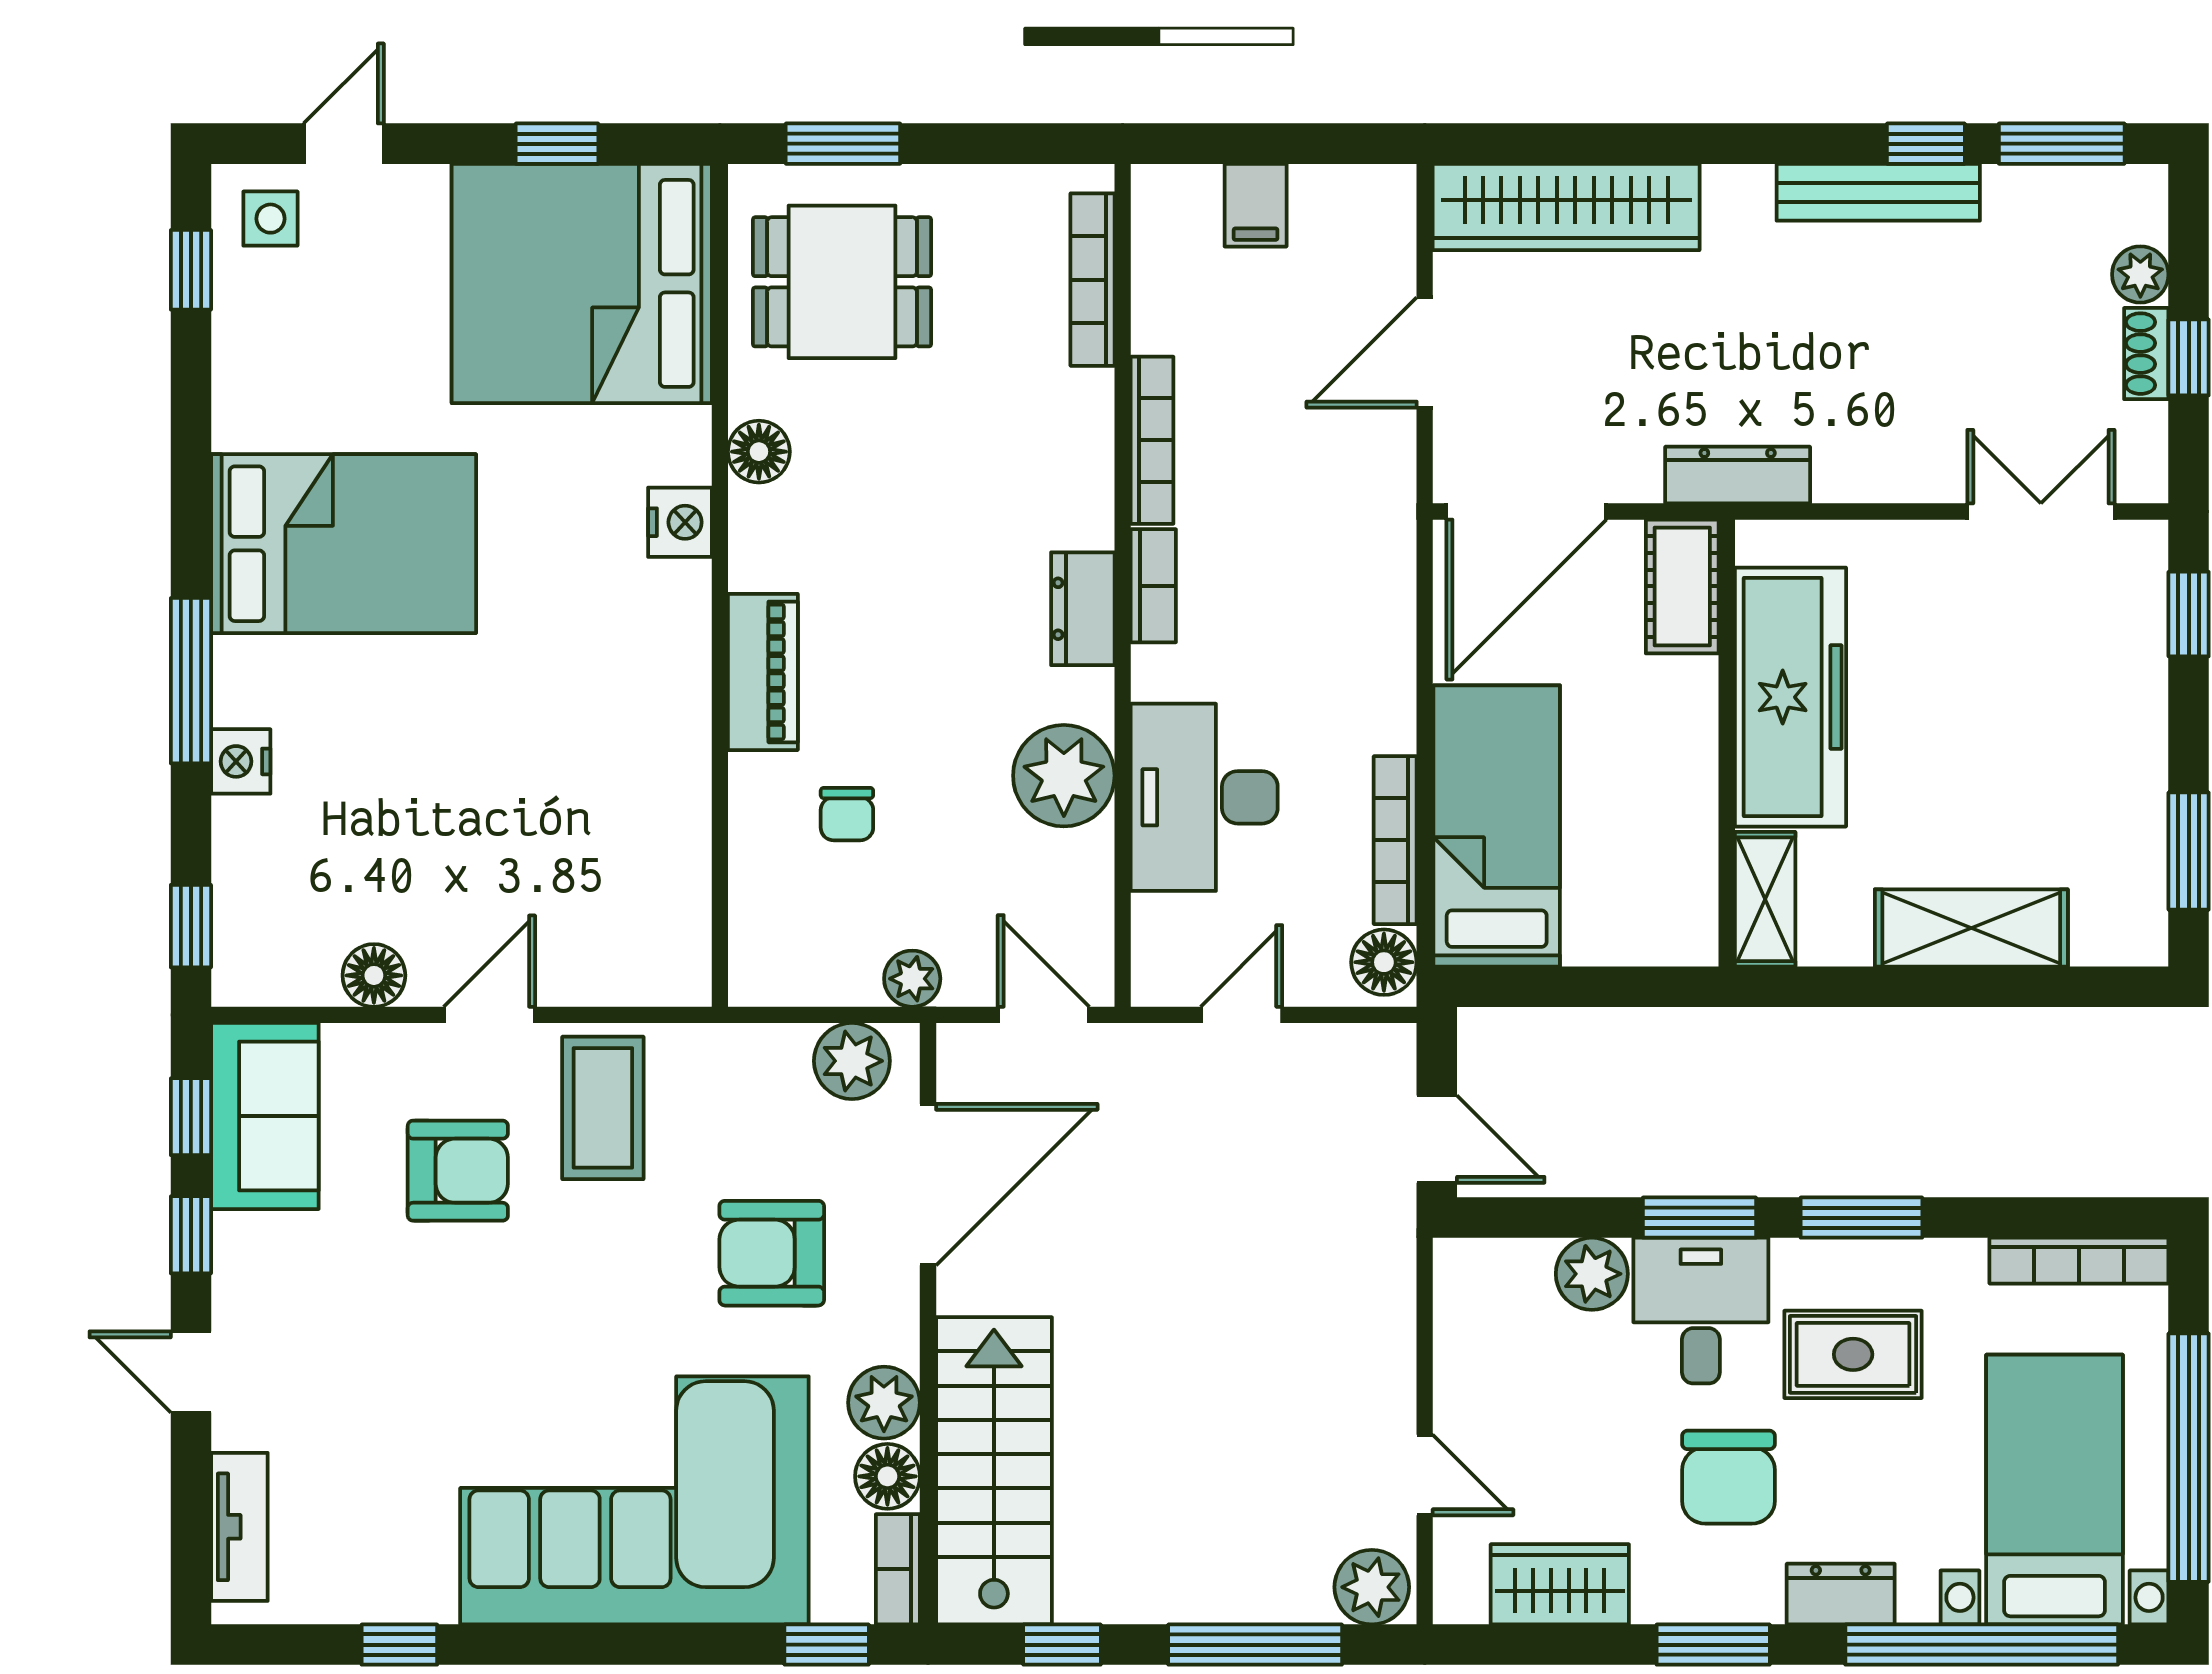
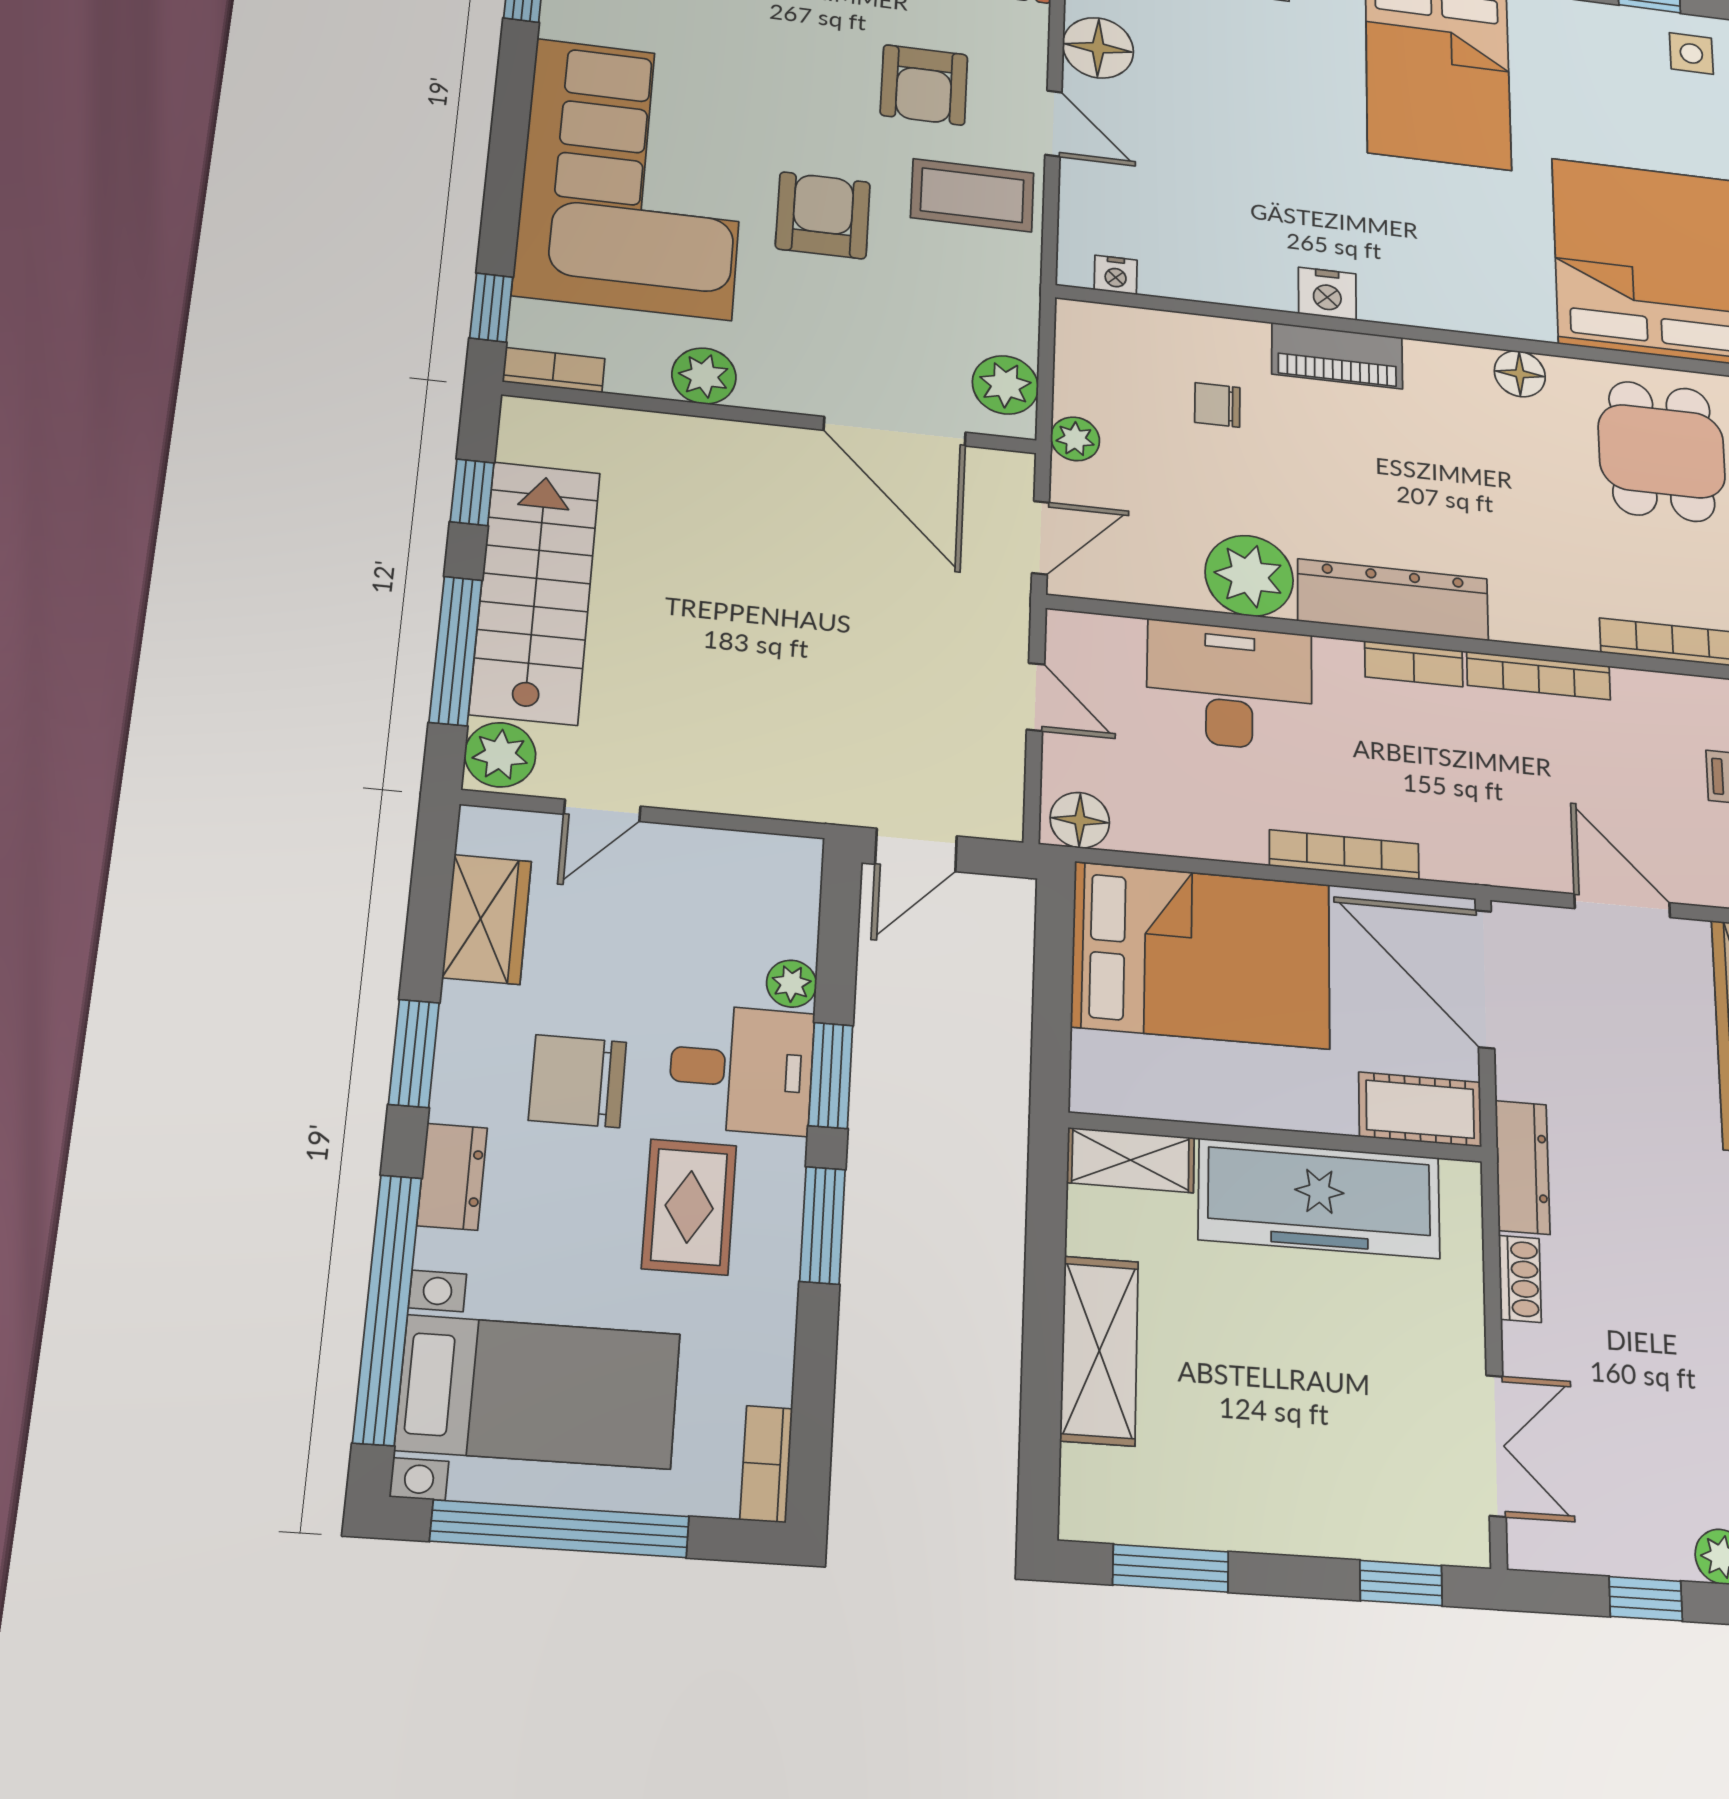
shoe rack: (2146, 354) -> (1520, 1279), moved, turned 90
nightstand: (680, 522) -> (1327, 294), moved
dresser: (1083, 609) -> (1393, 600), width x1.96, depth x1.24
bed: (1497, 826) -> (1202, 955), width x1.50
bookcase: (1395, 840) -> (1344, 855), moved
nightstand: (688, 936) -> (1116, 275), added
floor lamp: (374, 975) -> (1098, 48), width x1.38, depth x1.38
armchair: (772, 1253) -> (823, 215), moved
bookcase: (2079, 1261) -> (766, 1464), width x0.64
plant: (1592, 1274) -> (791, 984), width x0.73, depth x0.73
stairs: (994, 1471) -> (535, 592), moved, turned -90
floor lamp: (887, 1476) -> (638, 371), removed

